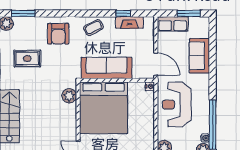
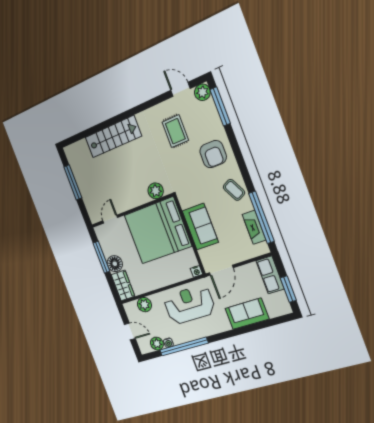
window: (23, 13) -> (220, 106), width x1.44
window: (123, 13) -> (261, 217), width x3.17
armchair: (58, 34) -> (213, 154), turned -90
sofa: (106, 68) -> (200, 227), width x0.73

